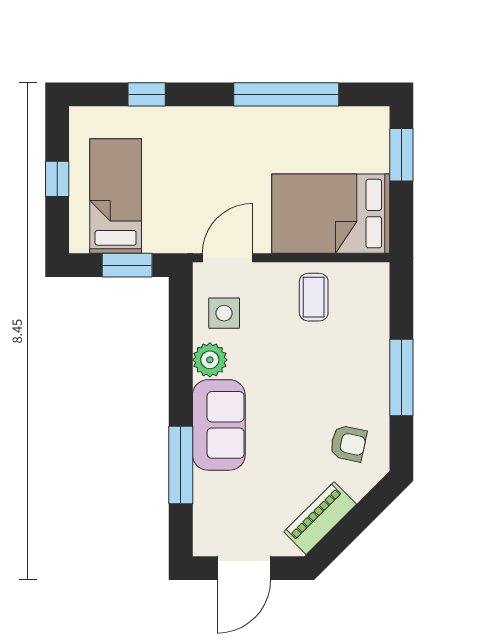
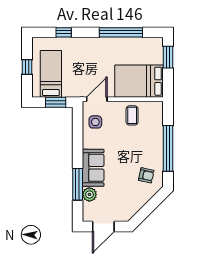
plant: (210, 360) -> (89, 194), moved
window: (401, 378) -> (168, 148), width x1.46
piano: (320, 518) -> (135, 206), removed

